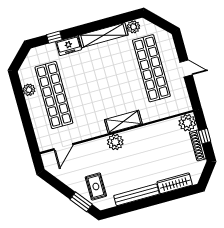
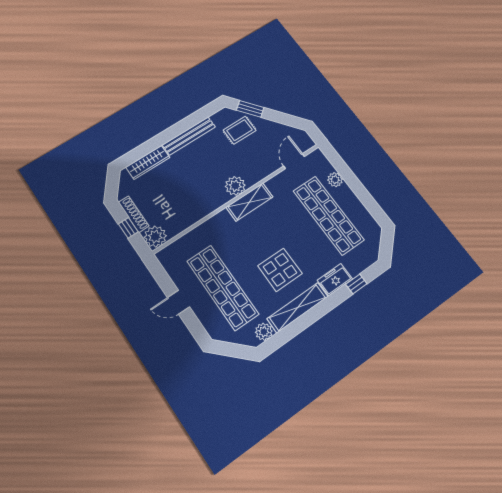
display table: (106, 67) -> (280, 270), added
plant: (29, 90) -> (335, 180), moved
shelving: (123, 122) -> (250, 202), moved
rug: (96, 186) -> (240, 130), turned 90

